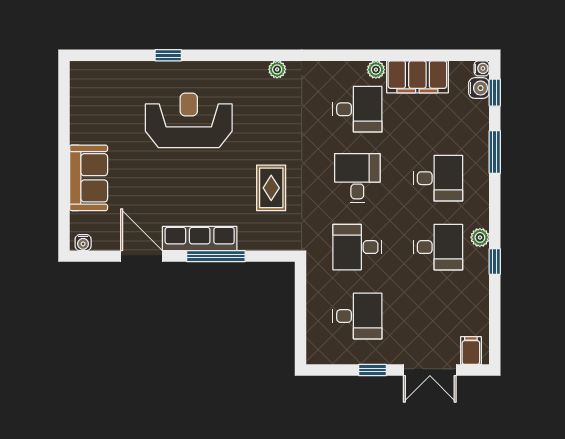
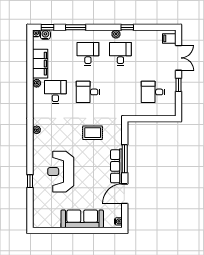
sofa: (89, 178) -> (82, 219), width x1.36
desk: (357, 247) -> (120, 92), removed
desk: (357, 316) -> (153, 92), turned -90

